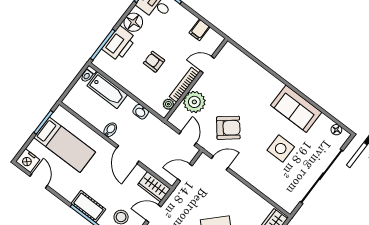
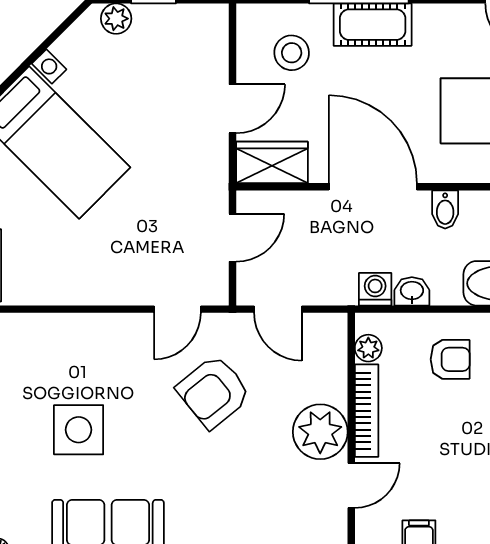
armchair: (154, 62) -> (450, 359), moved
plant: (194, 102) -> (320, 432), moved
washing machine: (152, 121) -> (375, 289), added
door: (128, 155) -> (373, 187), width x1.36

